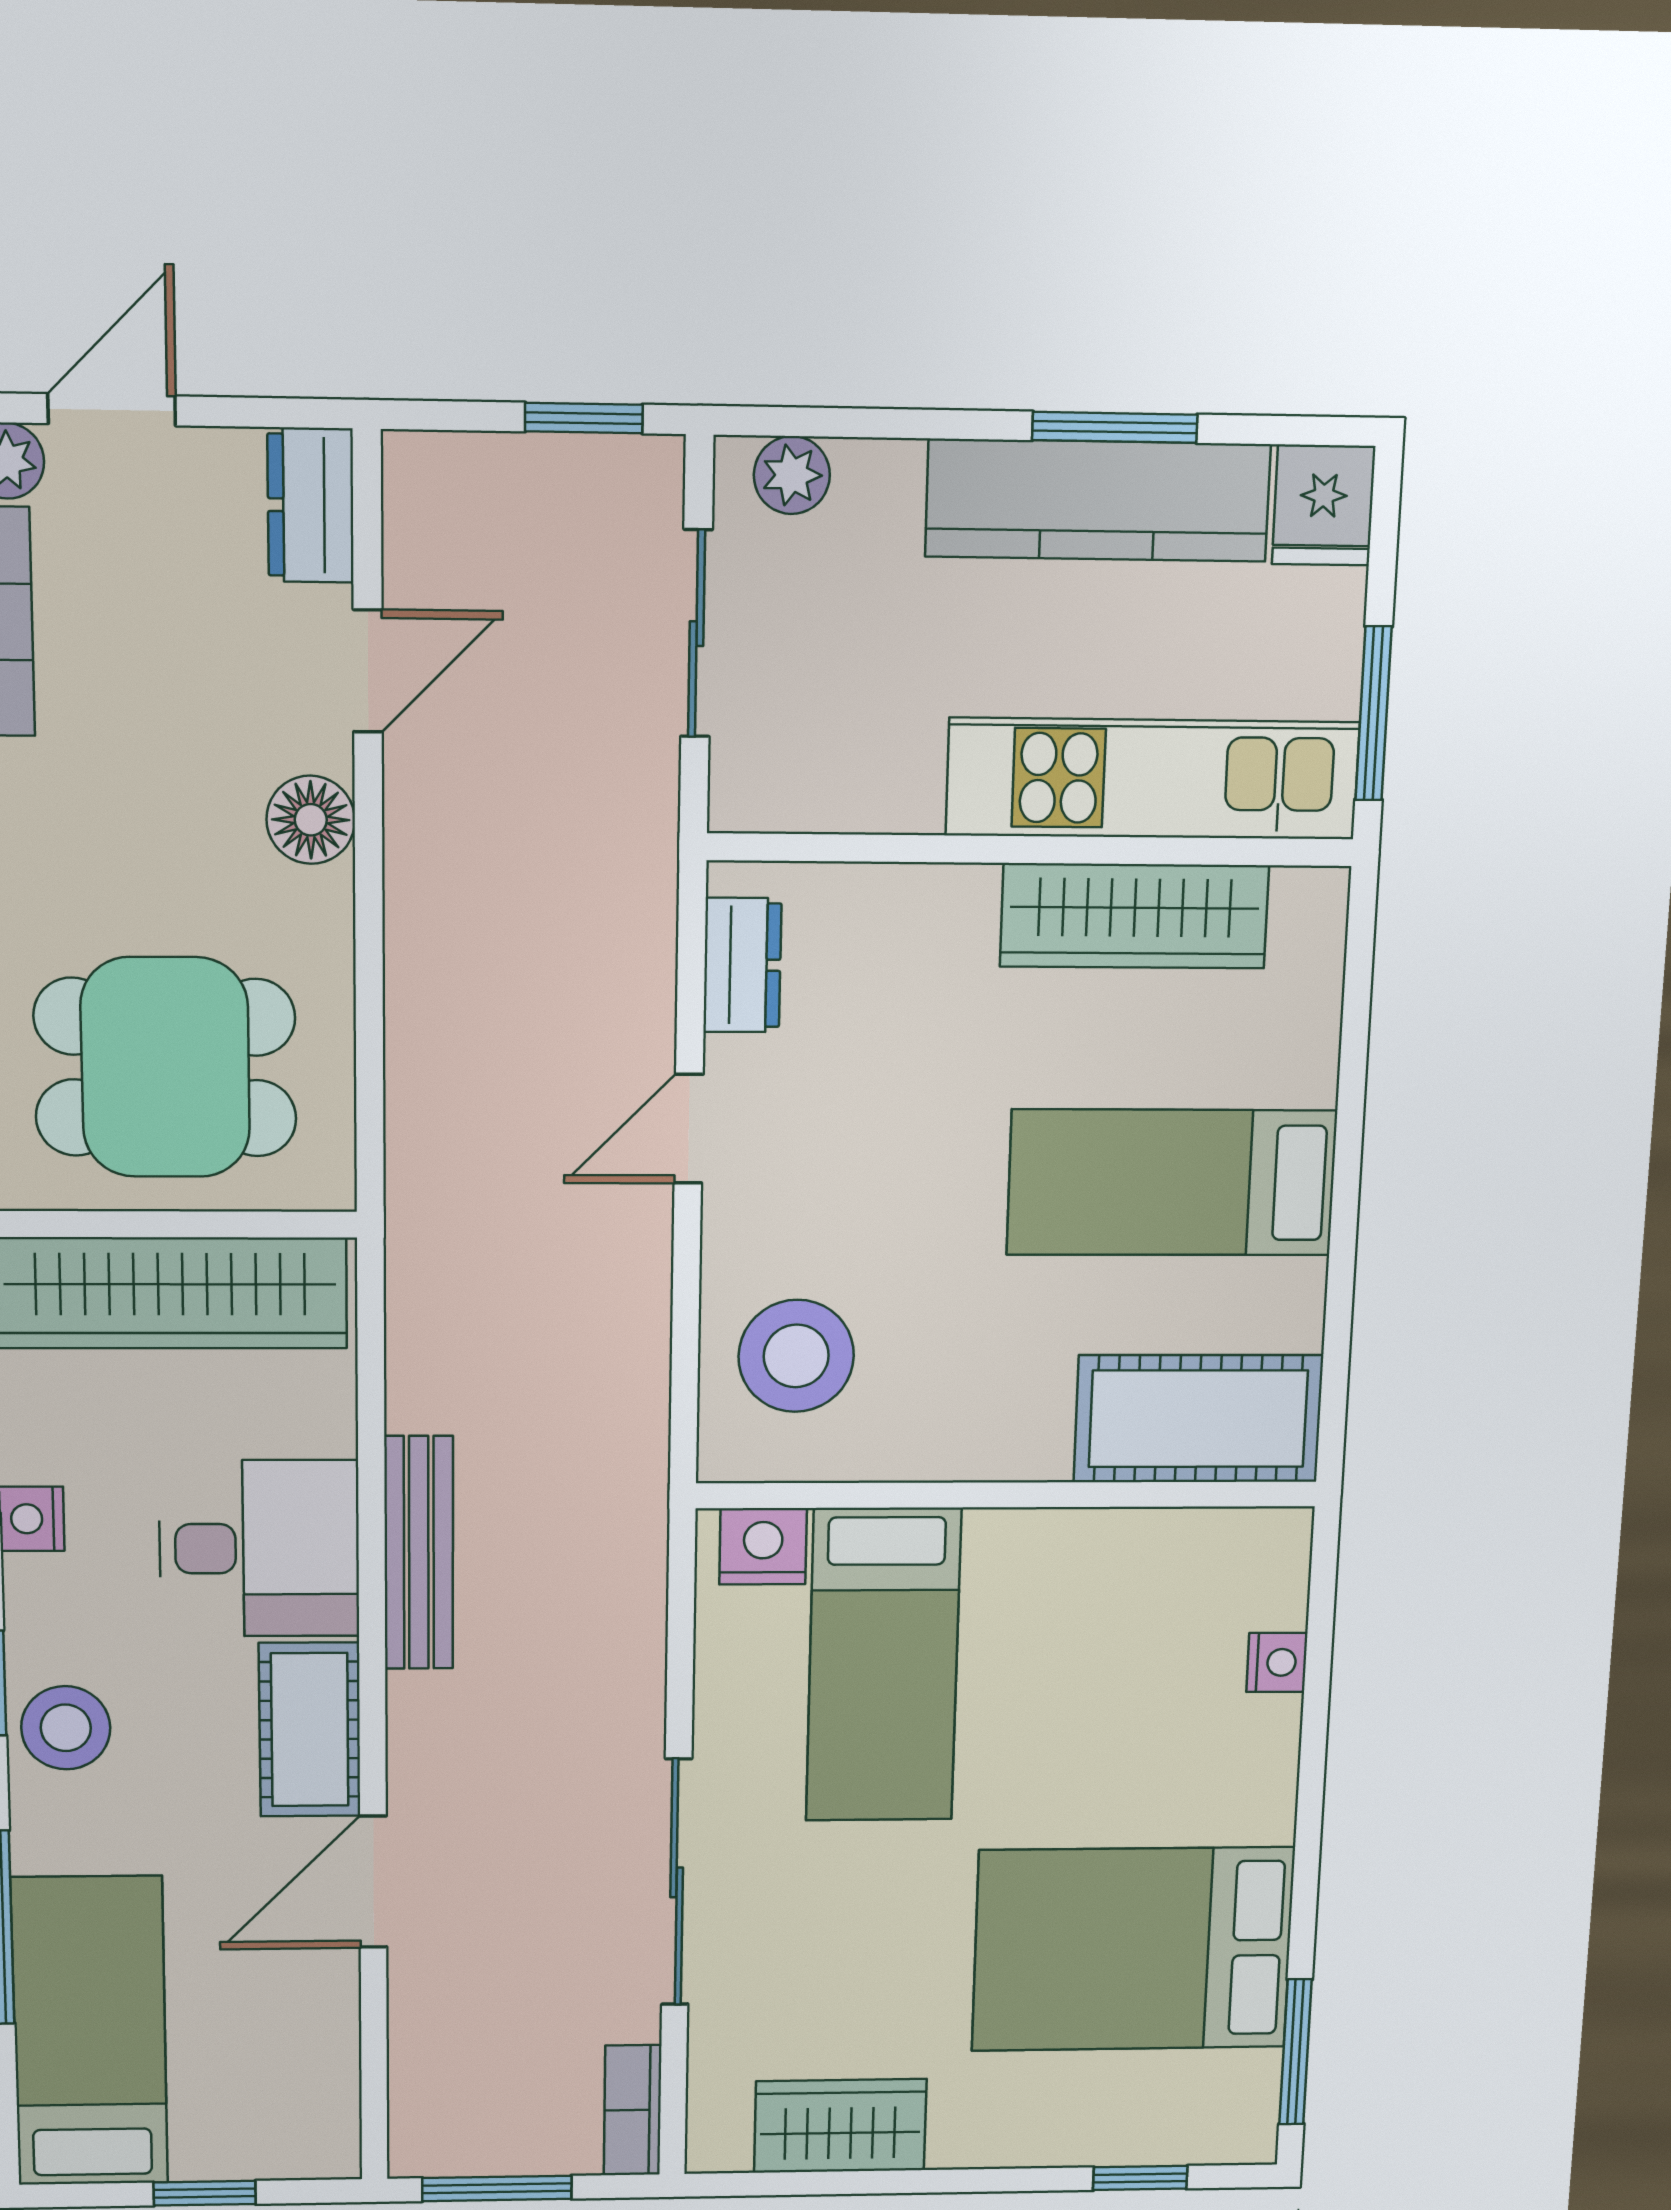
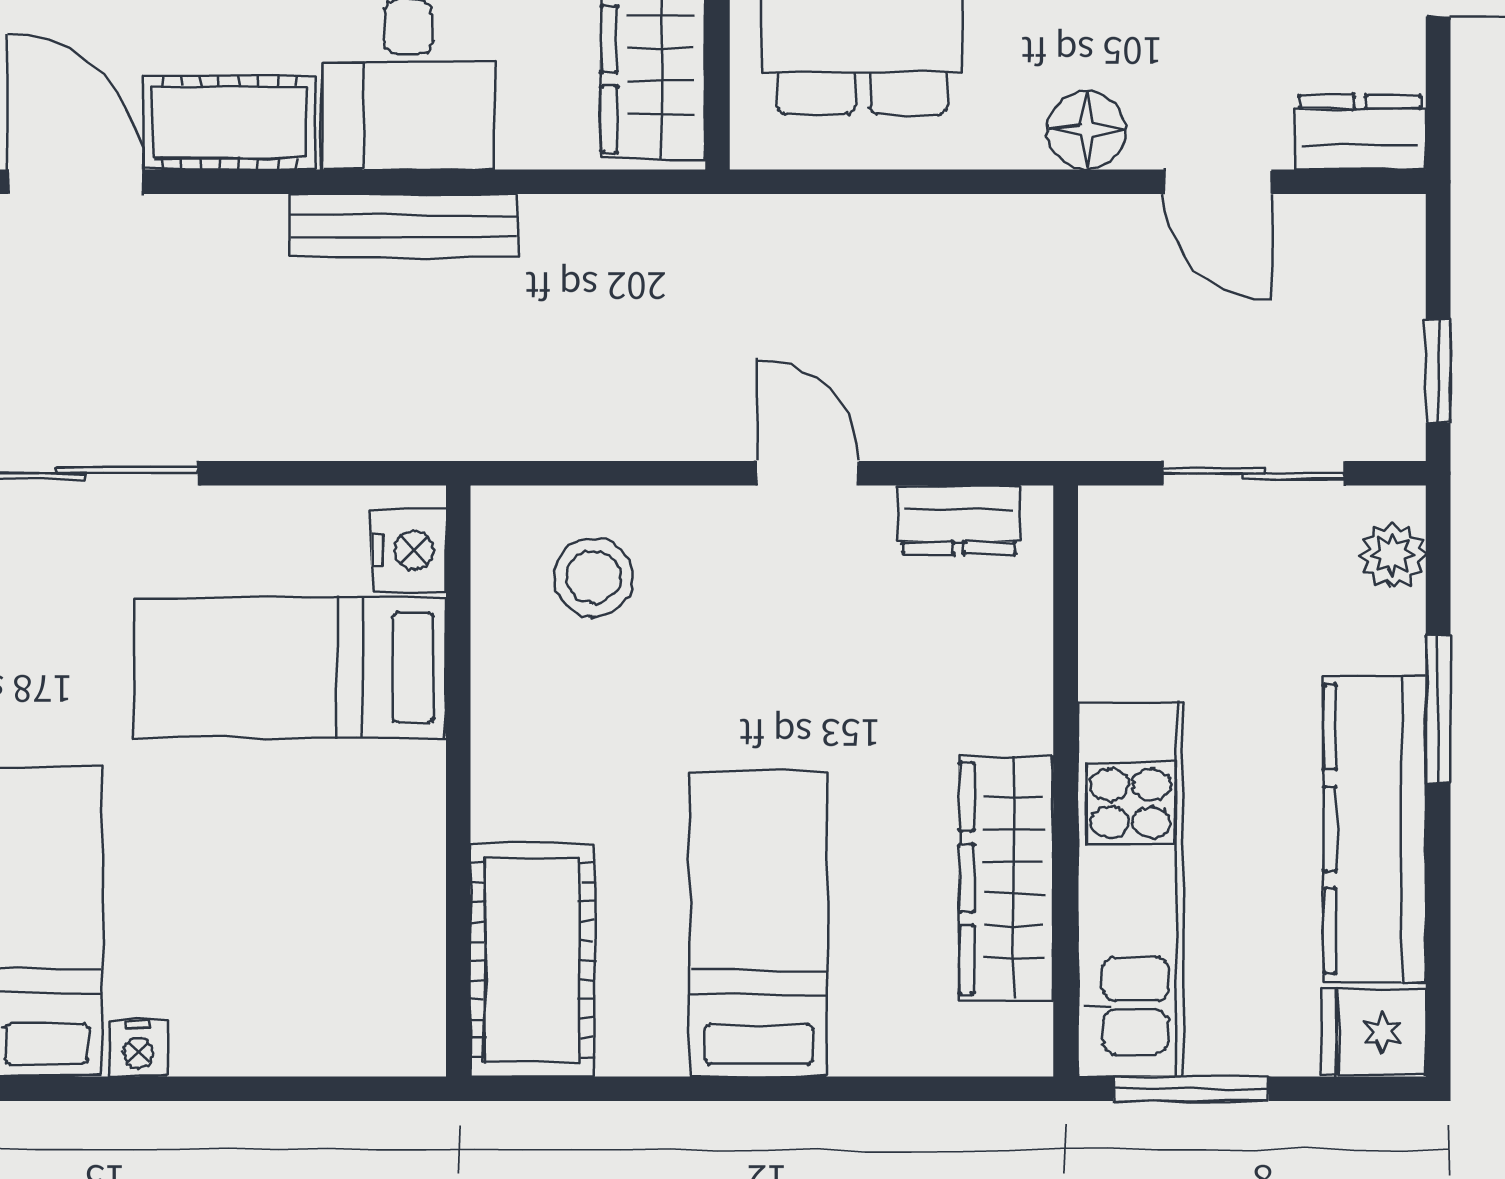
window: (1115, 427) -> (1438, 709), moved
stool: (796, 1356) -> (593, 577), width x0.73, depth x0.73
nightstand: (1277, 1662) -> (138, 1048), moved

